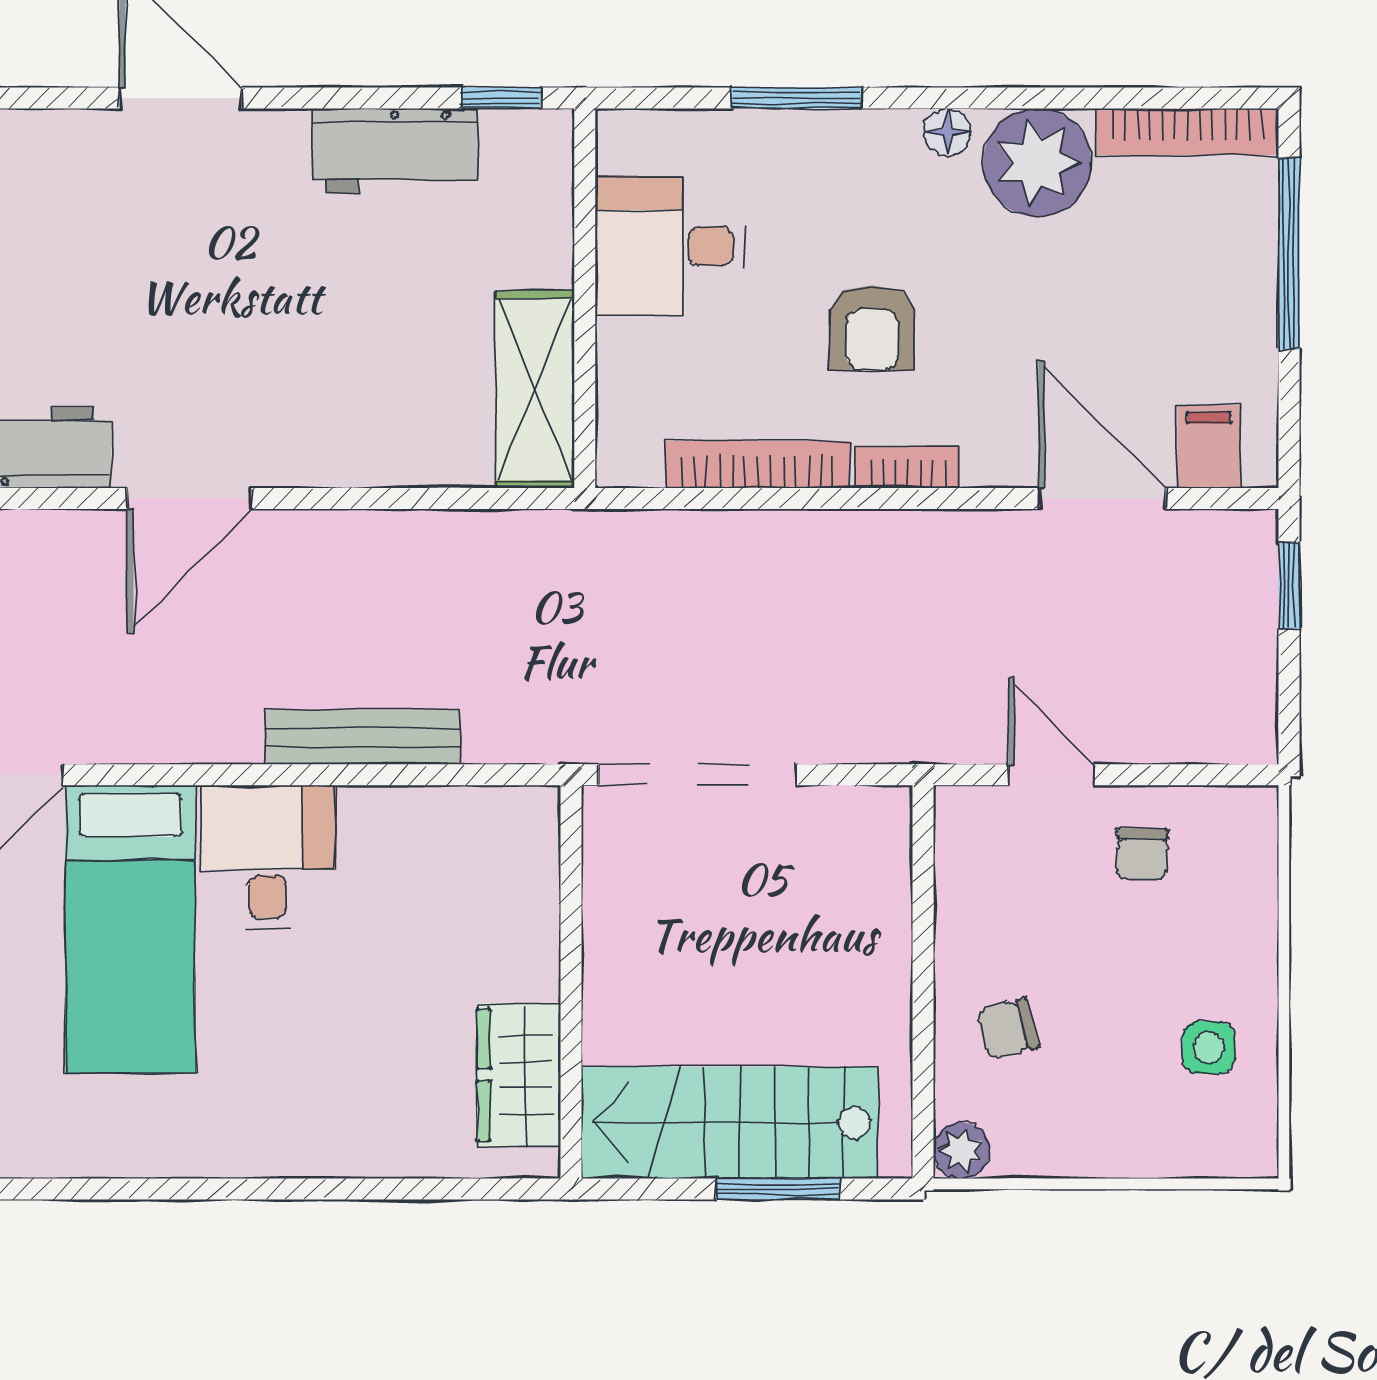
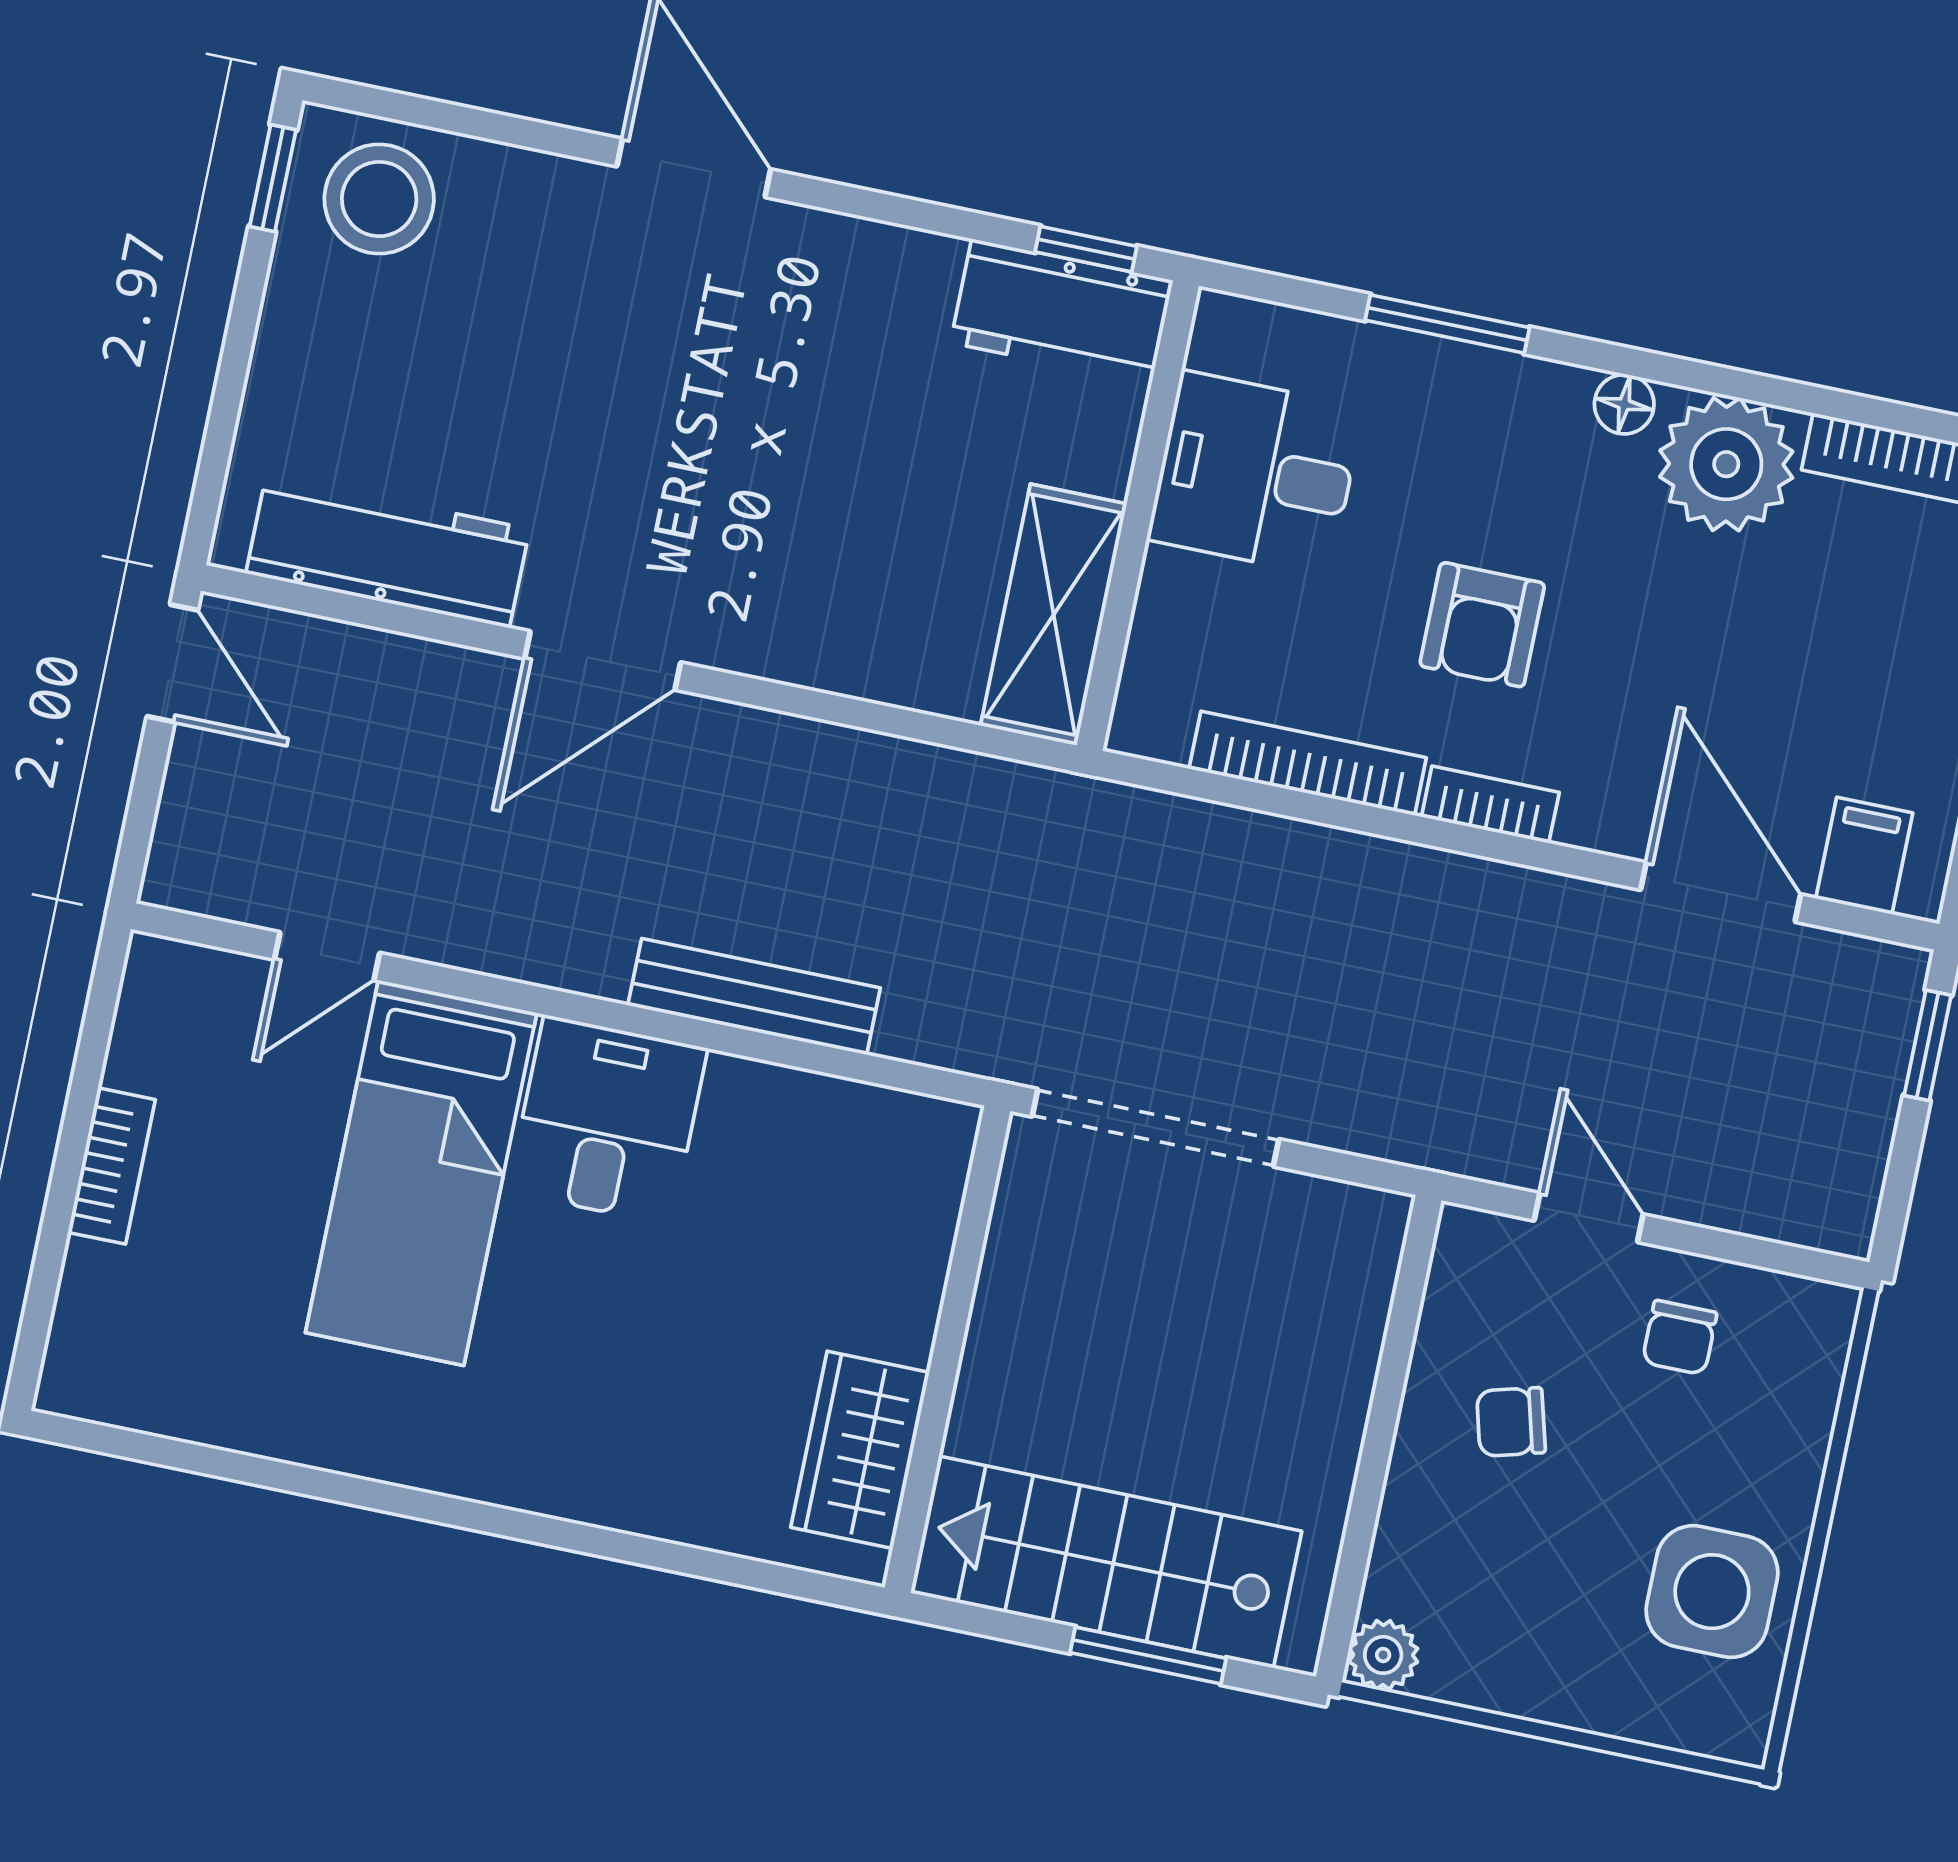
workbench: (395, 151) -> (1062, 312), moved
chair: (1007, 1029) -> (1511, 1422), moved
side table: (1209, 1048) -> (1712, 1592), width x1.87, depth x1.87

